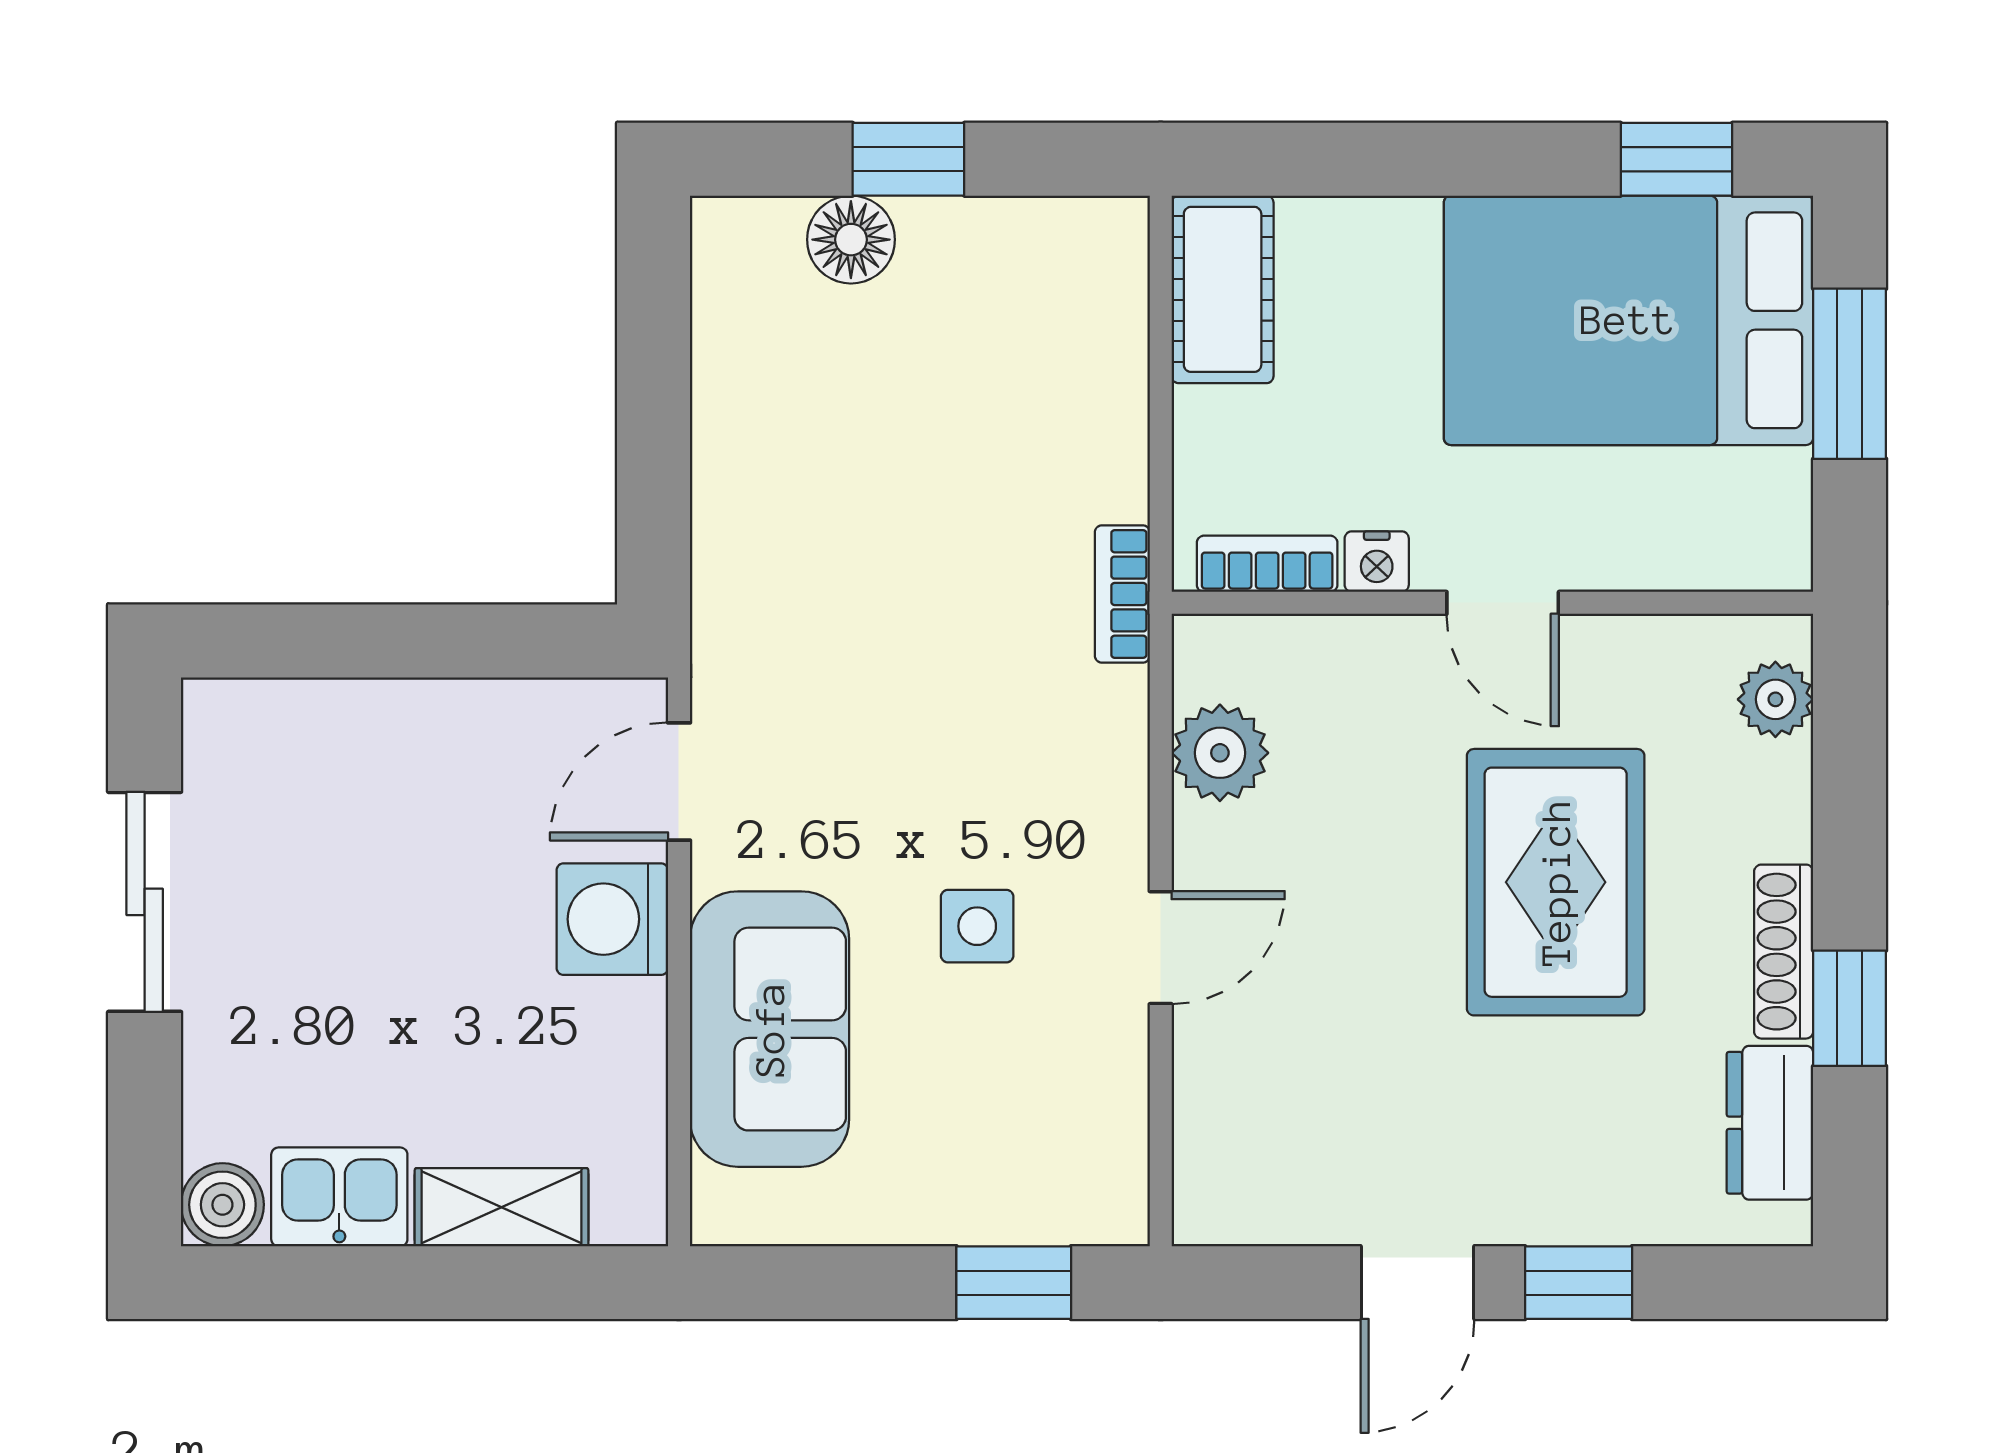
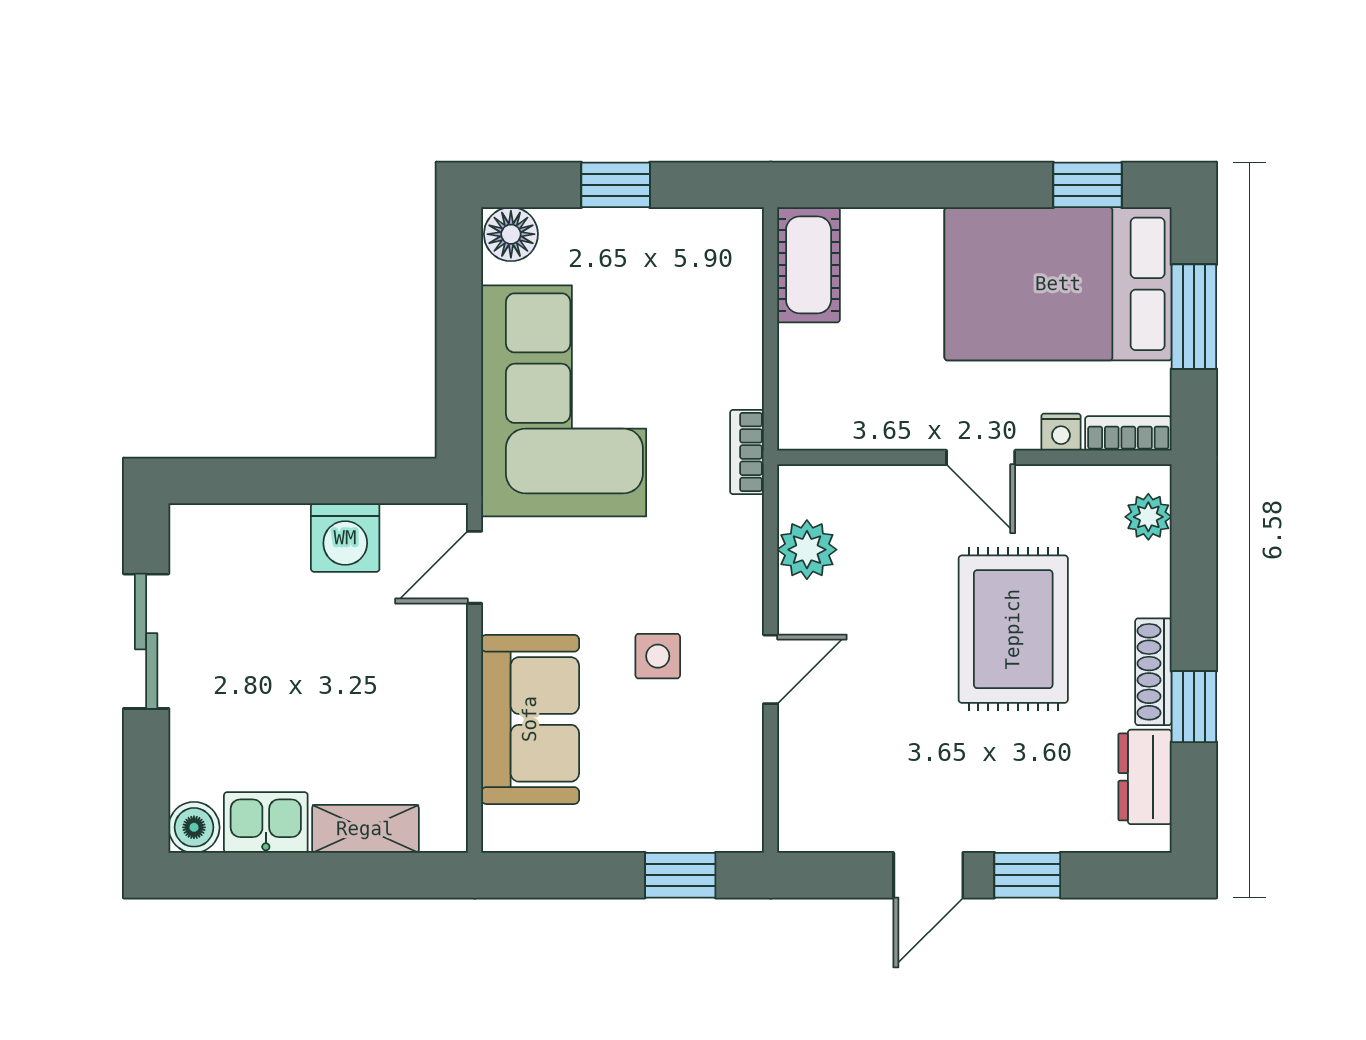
floor lamp: (851, 240) -> (511, 234), moved
corner sofa: (824, 511) -> (564, 401), added
nightstand: (1377, 562) -> (1061, 432), moved
bookcase: (1267, 564) -> (1128, 433), moved
washing machine: (612, 919) -> (345, 538), moved, turned -90

